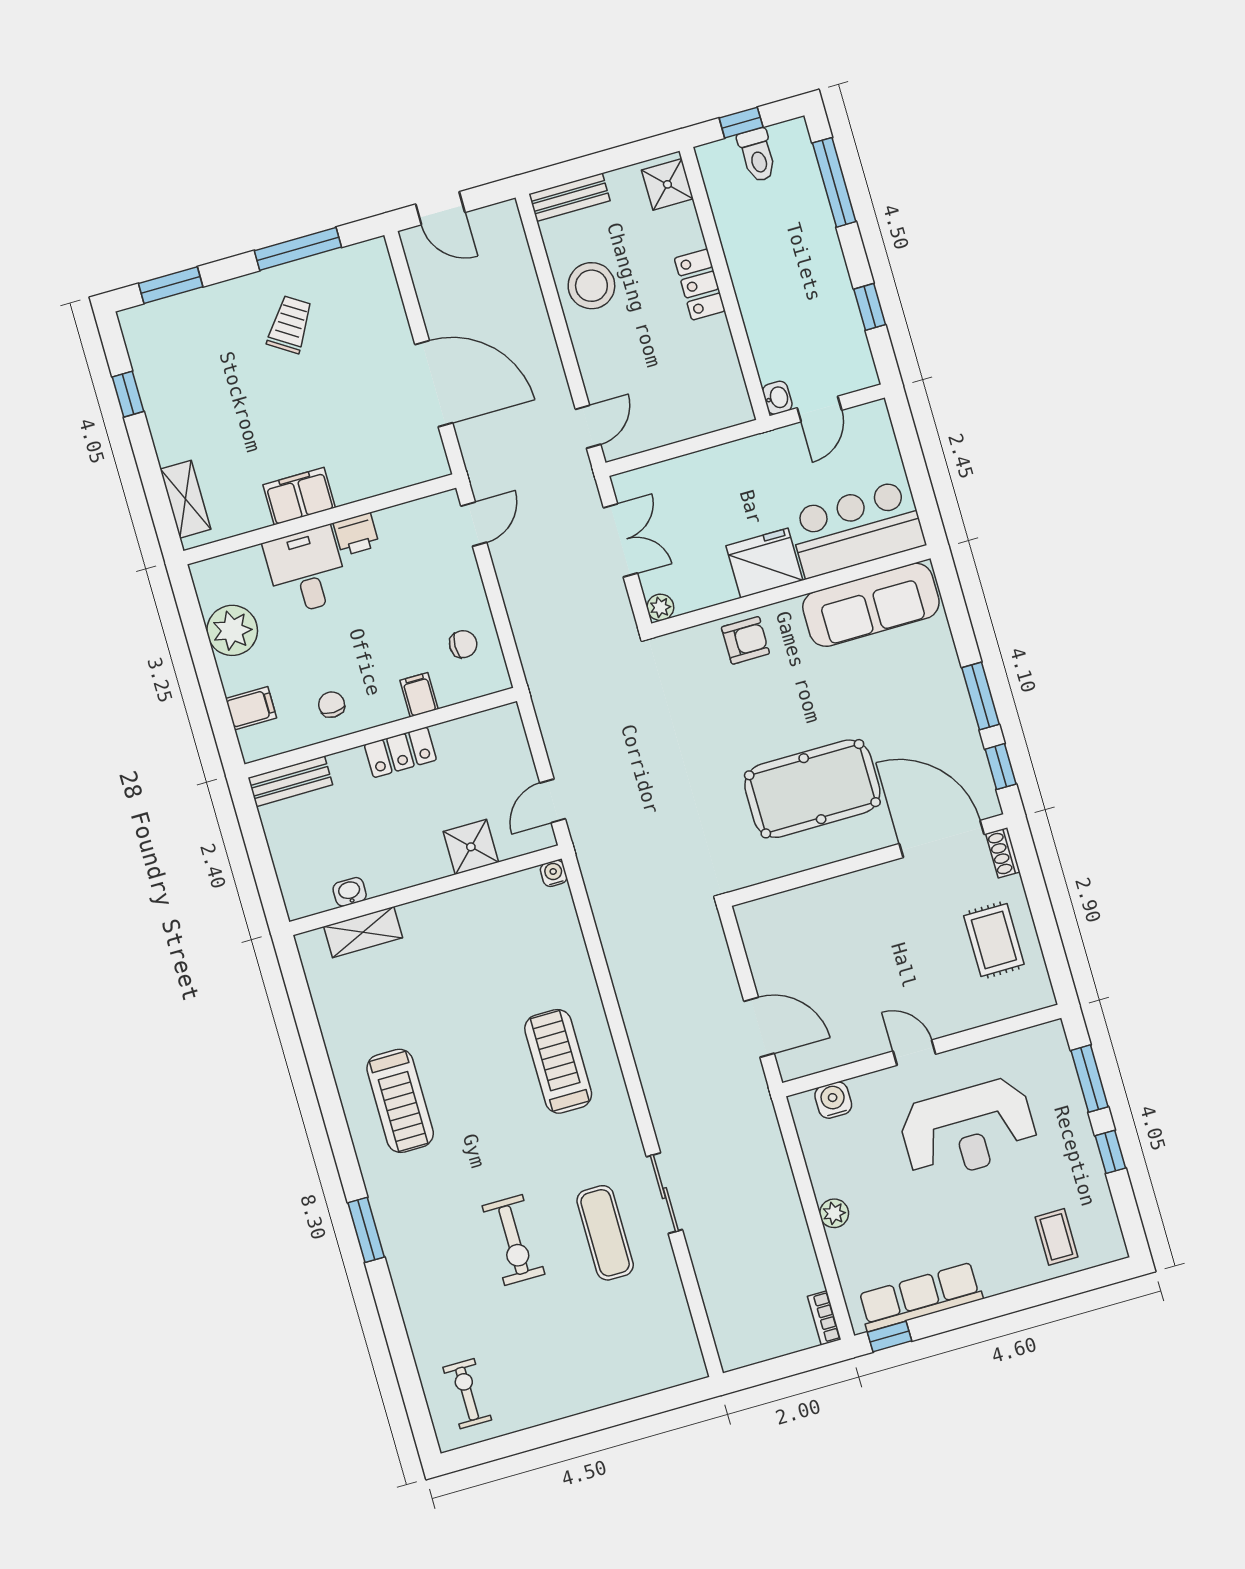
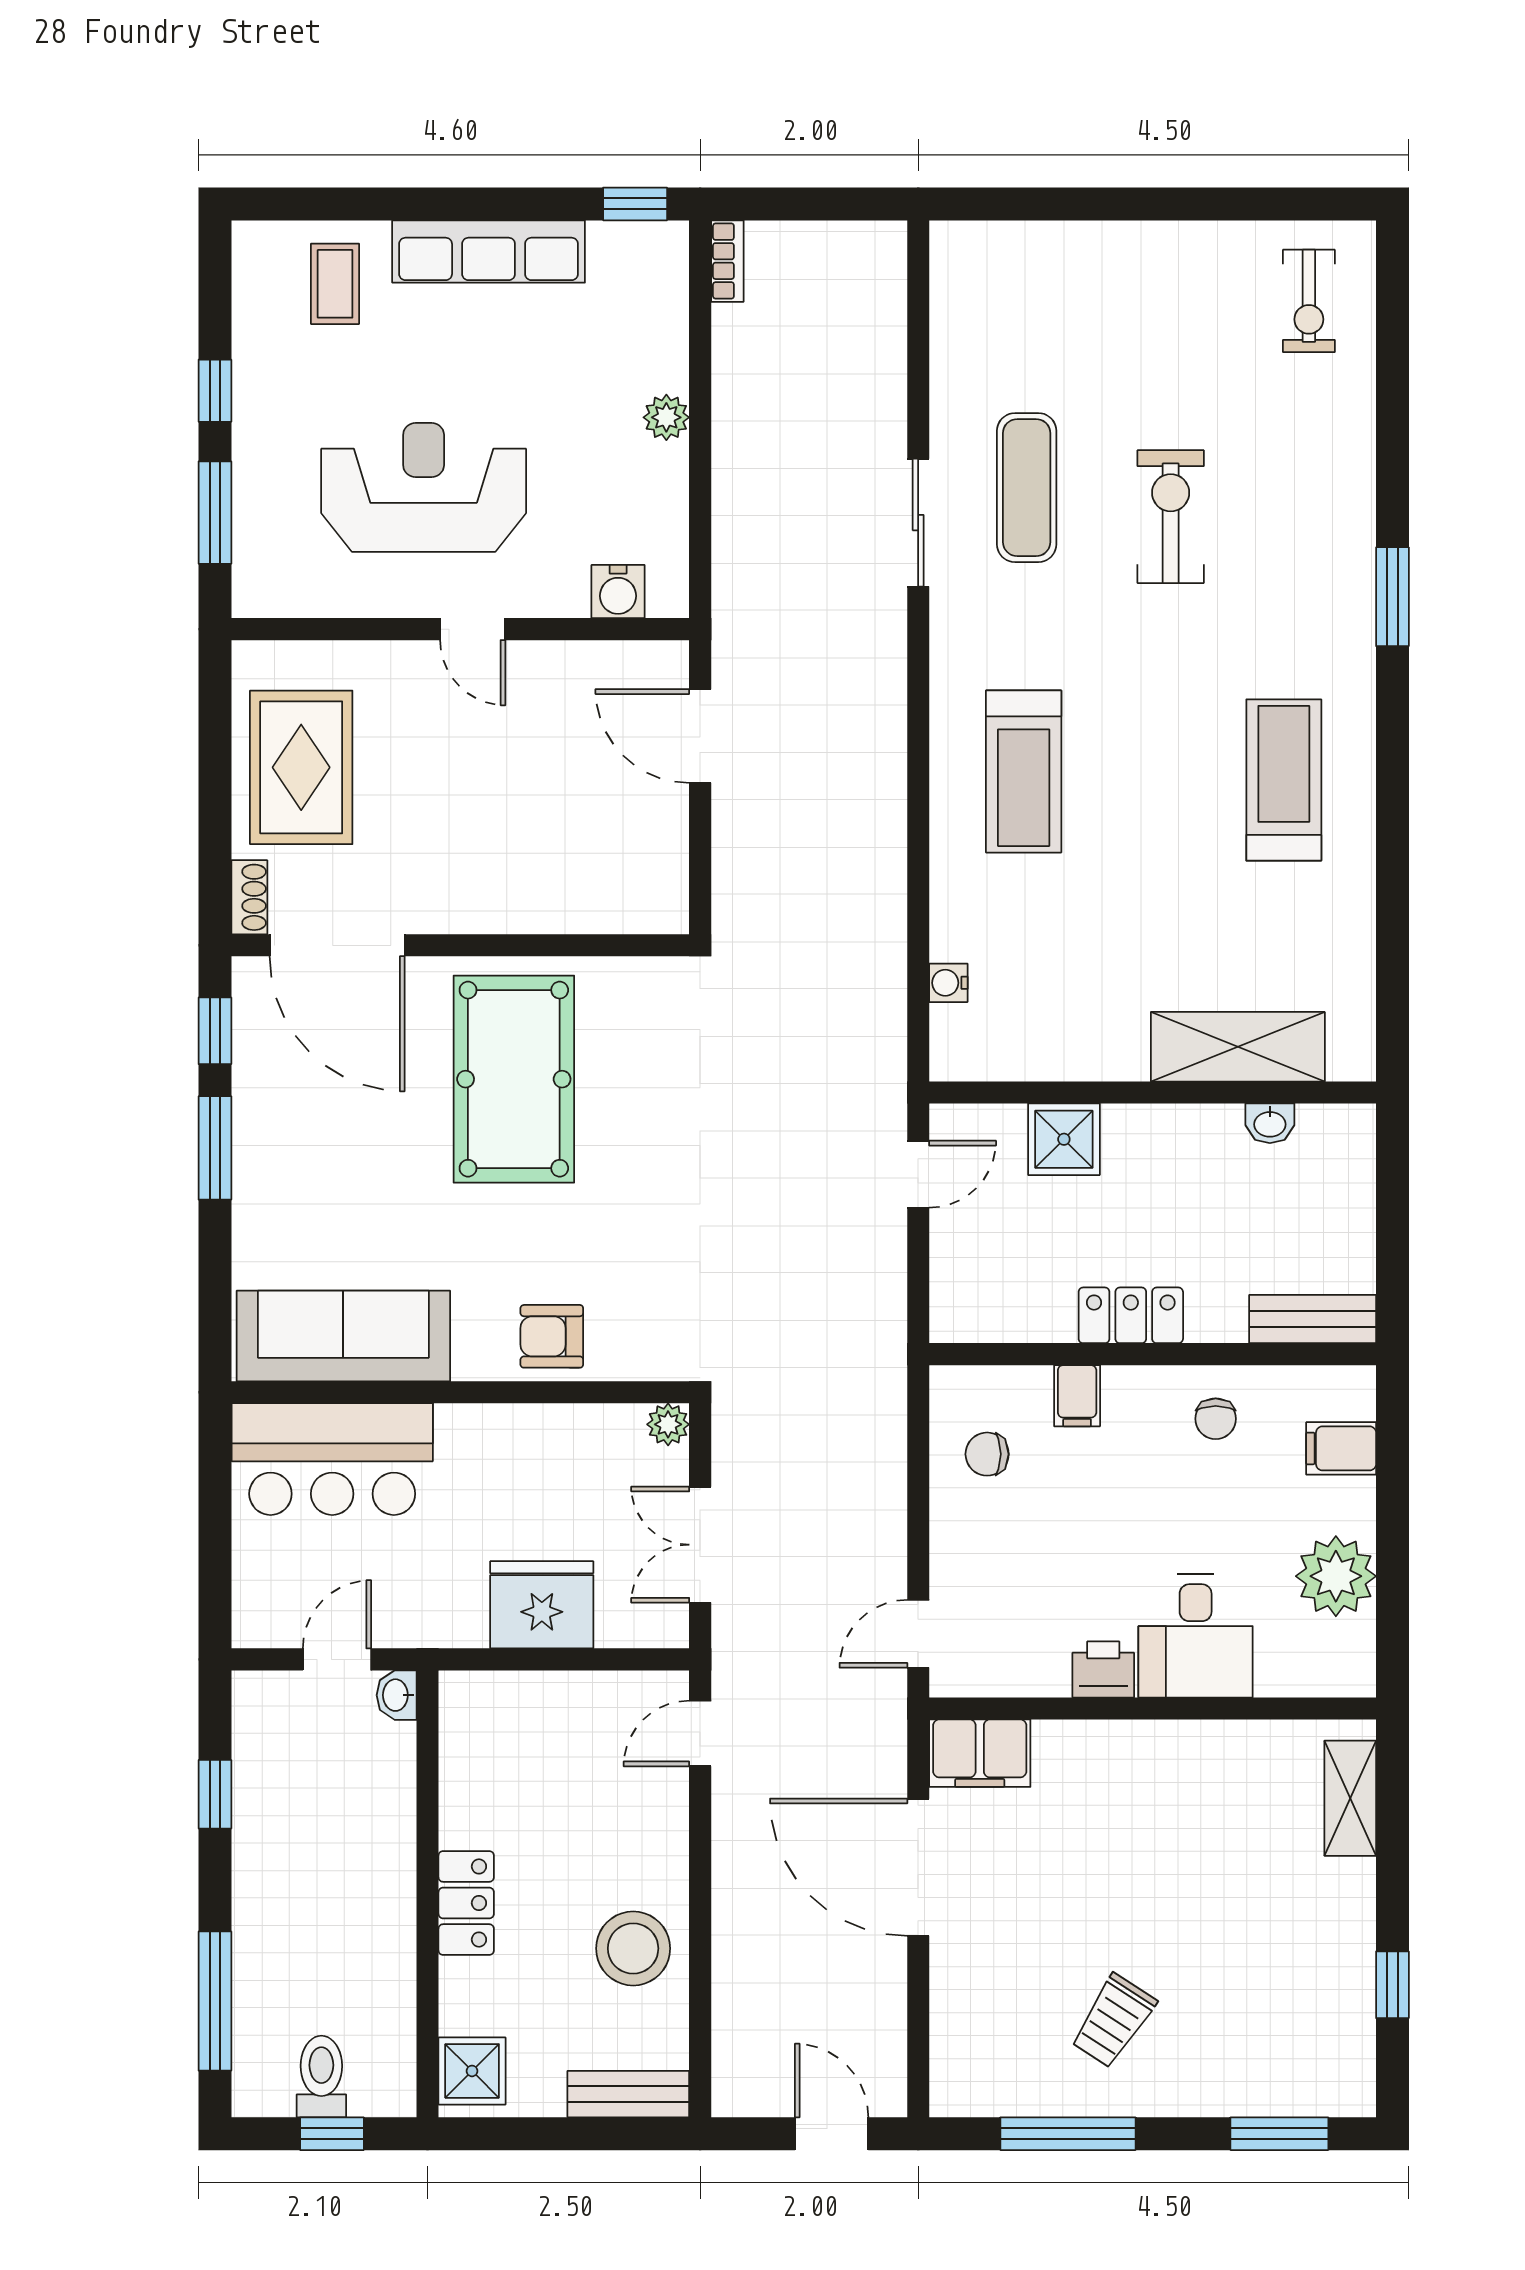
filing cabinet: (299, 496) -> (980, 1753), moved
fridge: (764, 563) -> (542, 1605), moved, turned 180
pool table: (812, 789) -> (514, 1079), turned 90
water cooler: (554, 873) -> (948, 983), moved, turned 90
shelving: (363, 932) -> (1238, 1047), width x1.50, depth x1.33
rug: (994, 940) -> (301, 767), width x1.36, depth x1.43
row of seats: (920, 1297) -> (489, 251), moved

